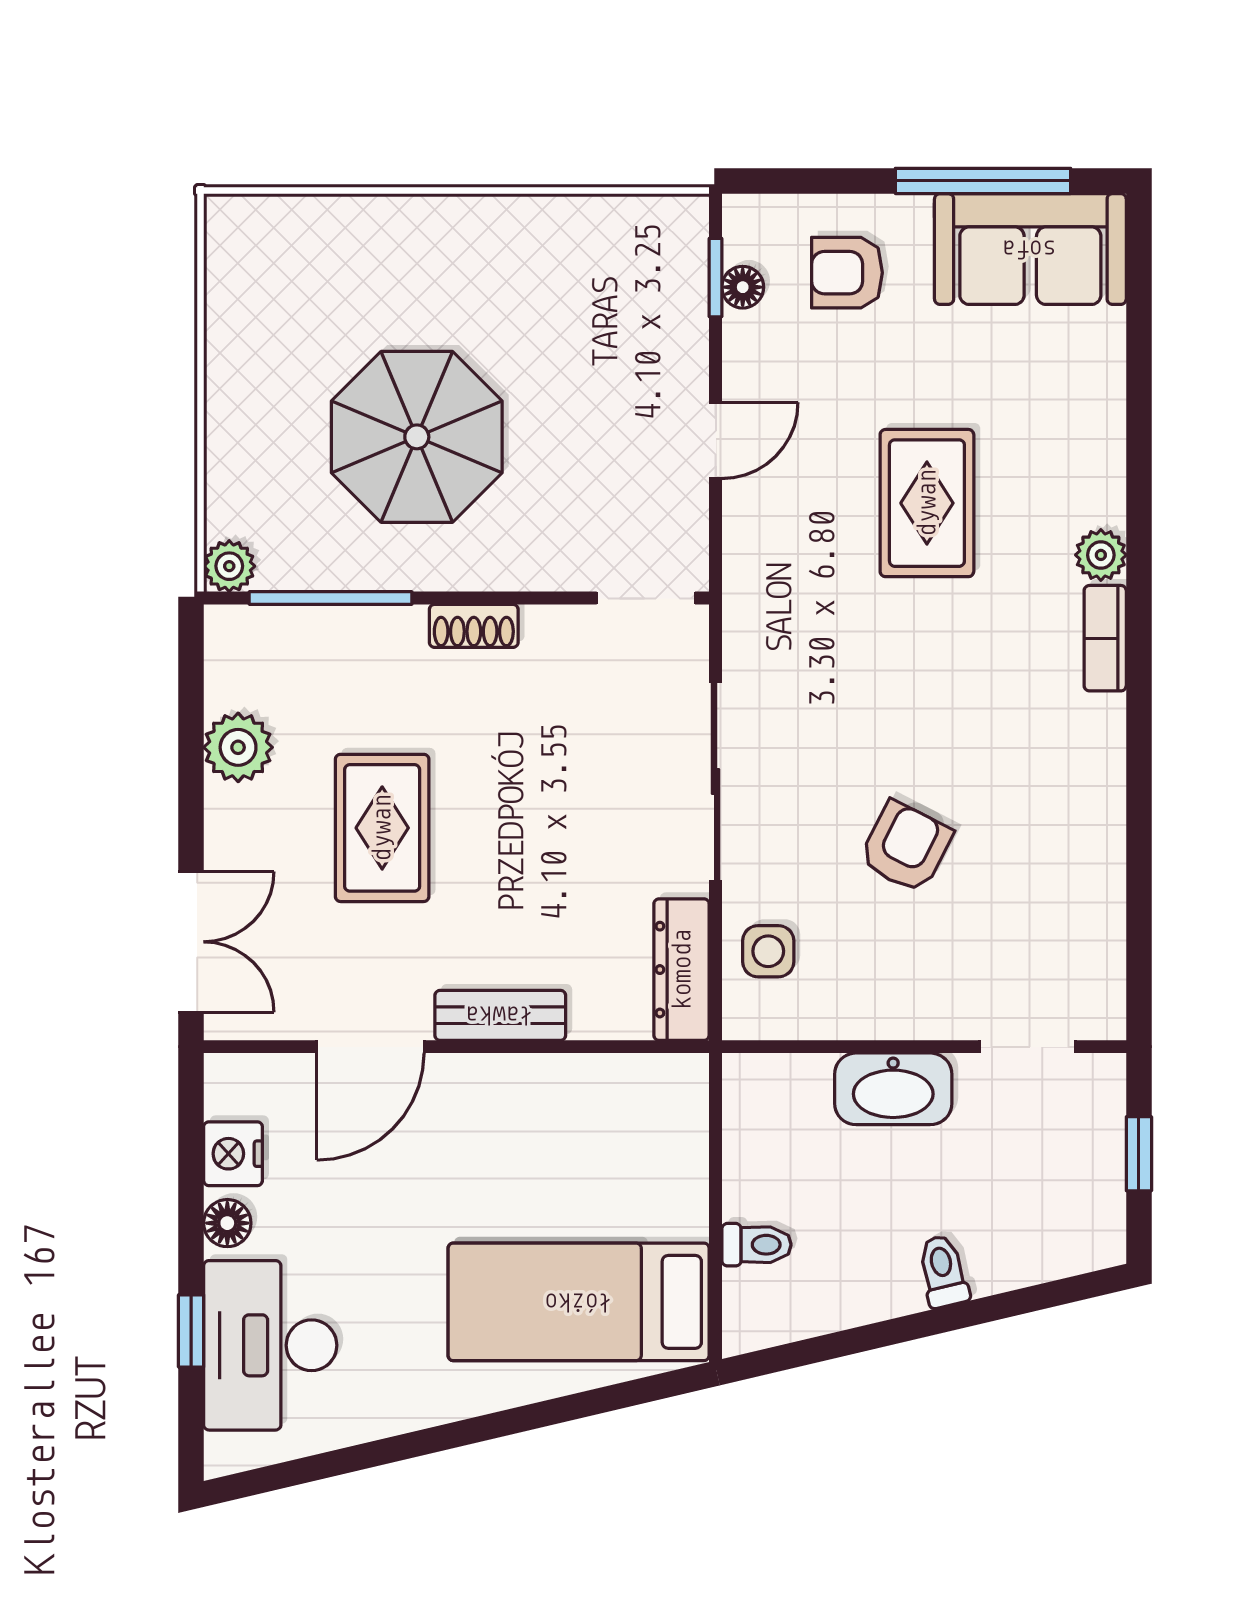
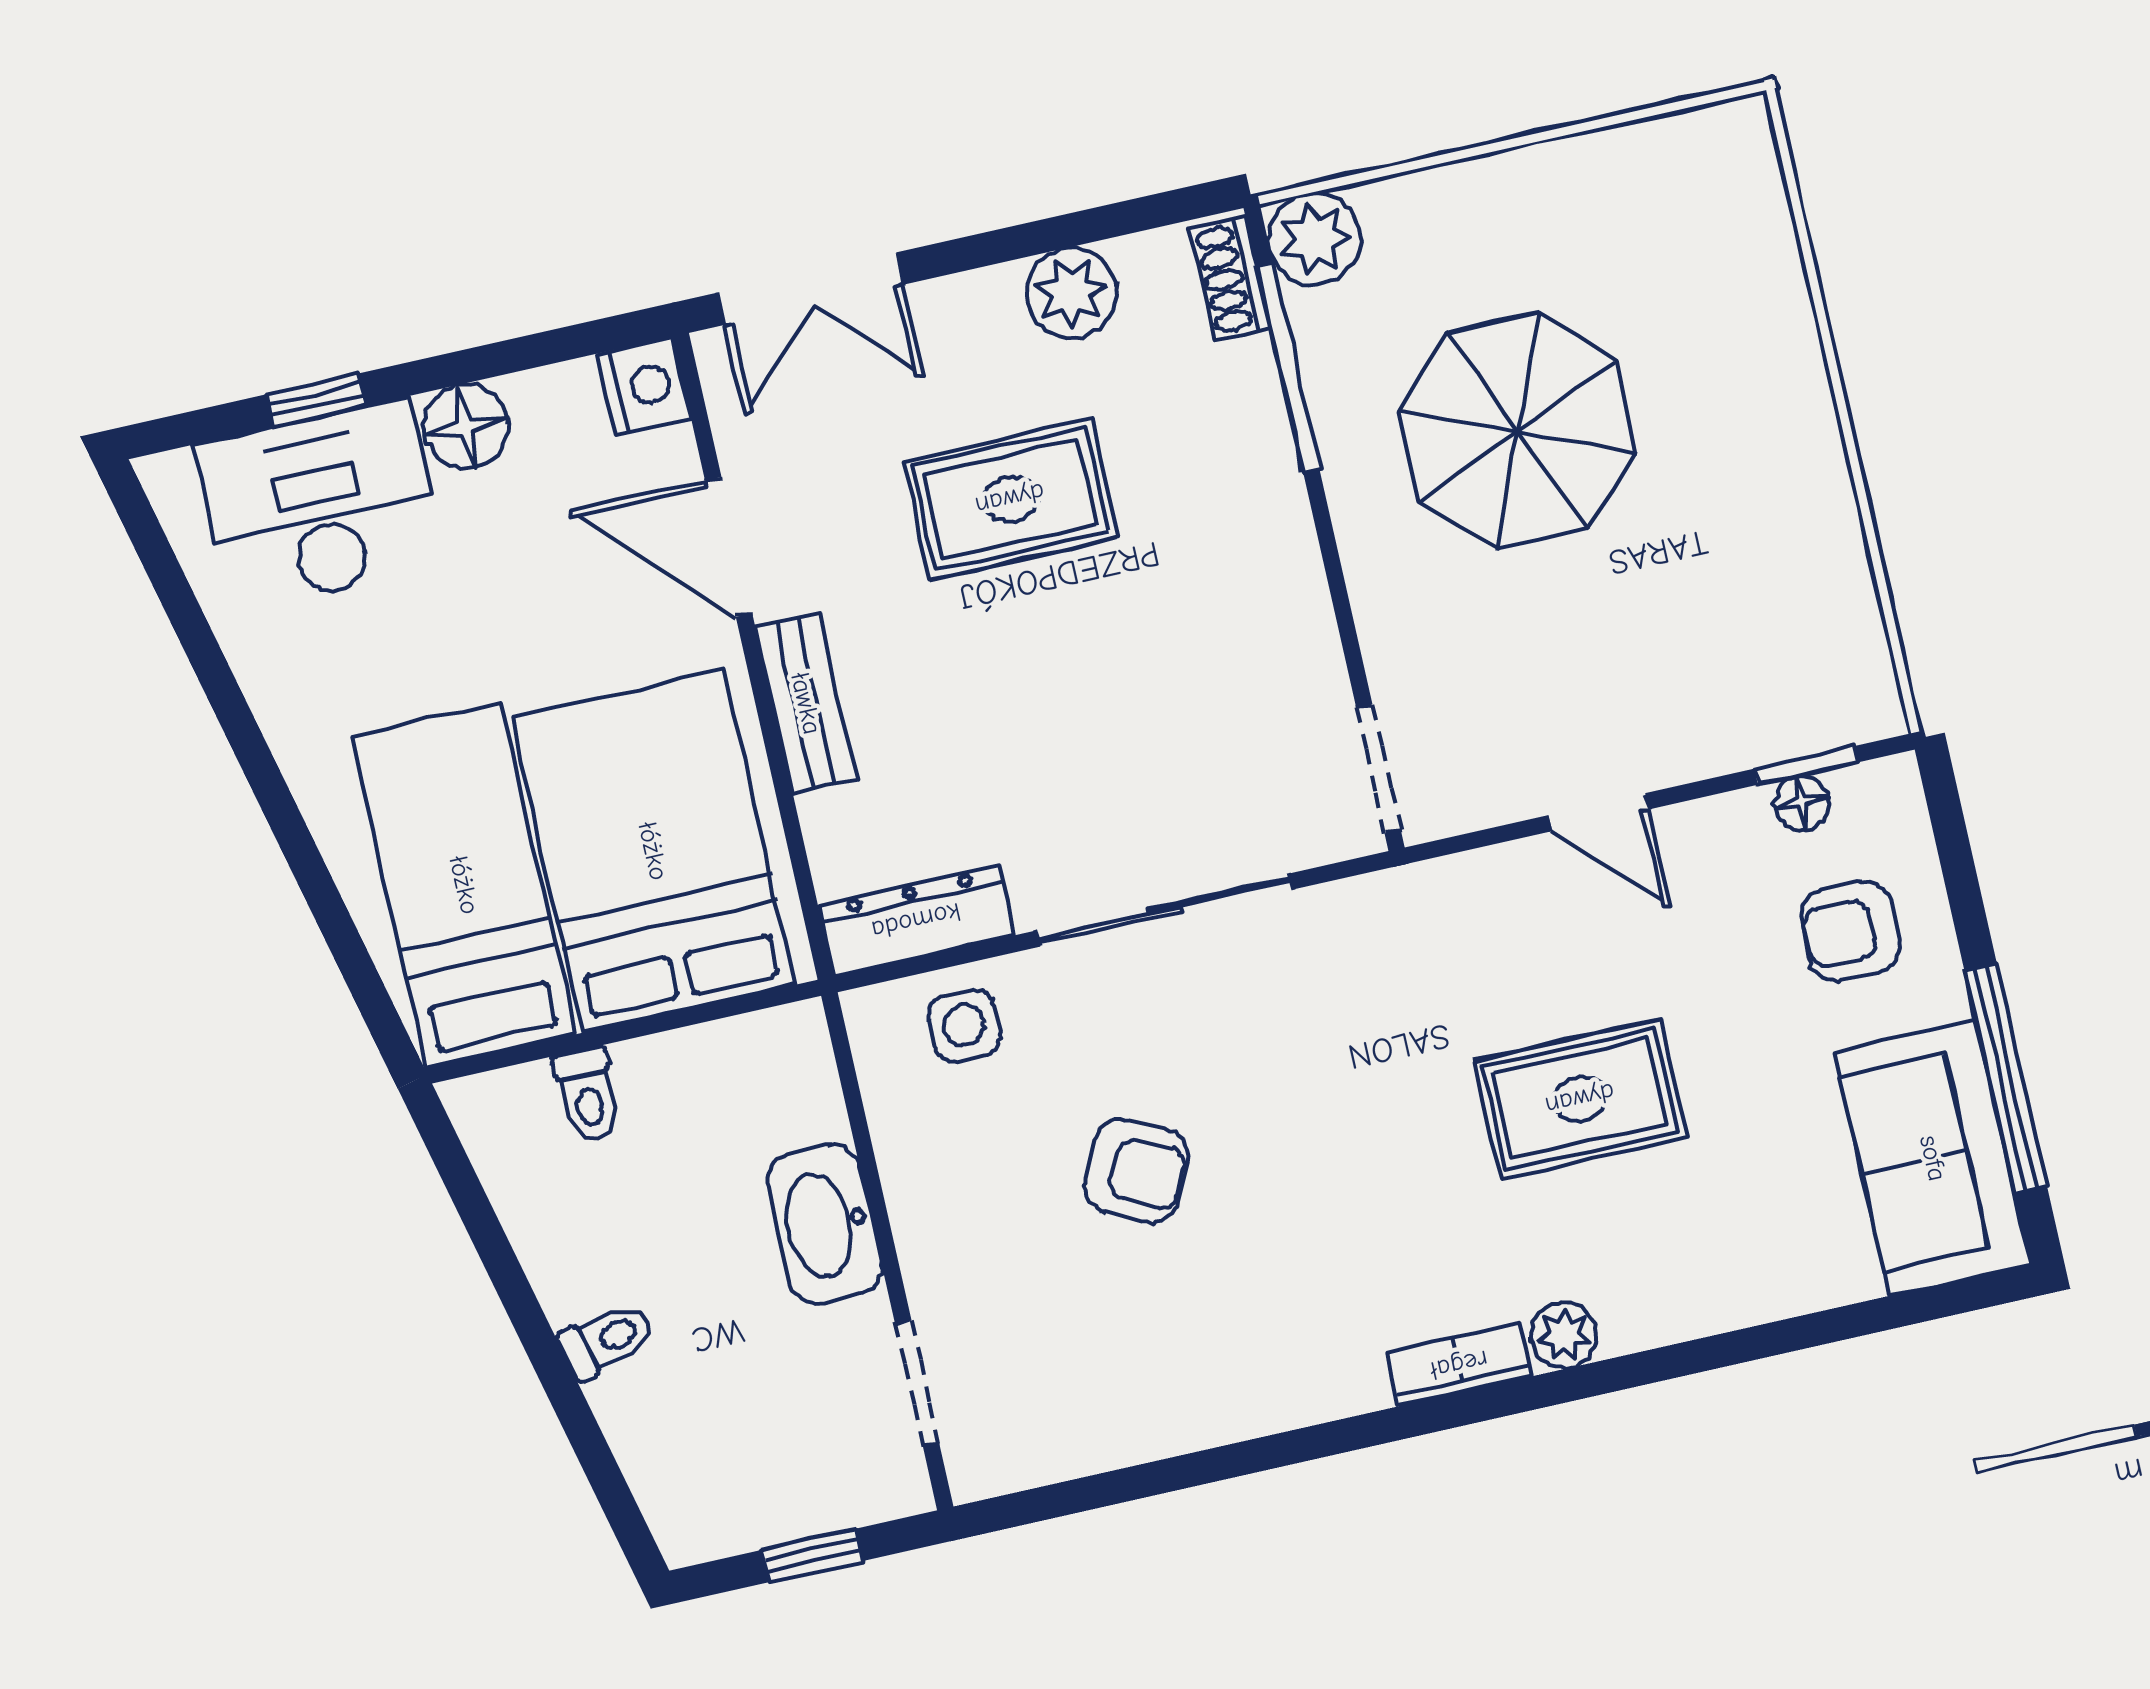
armchair: (847, 273) -> (1850, 931), turned -90
plant: (229, 566) -> (1314, 239), width x1.38, depth x1.38
shoe rack: (474, 626) -> (1231, 278), moved
nightstand: (233, 1154) -> (645, 386), moved, turned 90
bed: (585, 1154) -> (653, 851), added
floor lamp: (227, 1223) -> (466, 427), width x1.37, depth x1.37

